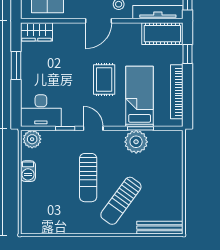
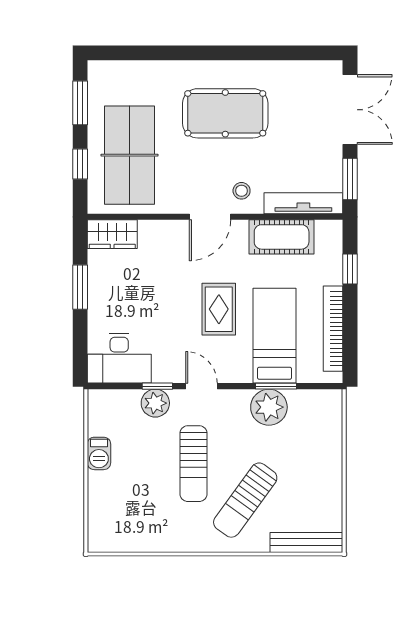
cot: (162, 34) -> (282, 237), moved
plant: (32, 139) -> (155, 403), moved

